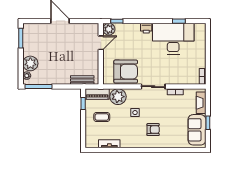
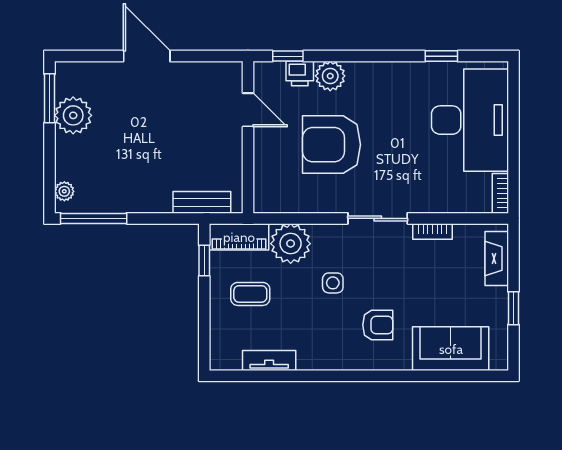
printer: (146, 28) -> (300, 74), moved
plant: (109, 29) -> (330, 76), moved
desk: (173, 39) -> (470, 120), moved, turned 90
door: (101, 43) -> (248, 110), hinge flipped
plant: (30, 63) -> (73, 115), moved
armchair: (126, 72) -> (332, 145), moved, turned 180
sofa: (197, 130) -> (451, 349), moved, turned 90

